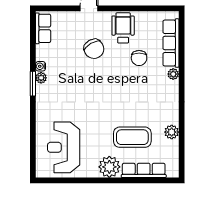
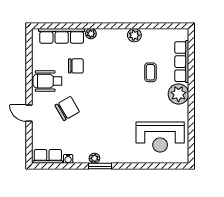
water cooler: (41, 66) -> (68, 159), moved
plant: (172, 132) -> (134, 35), moved
coffee table: (132, 137) -> (150, 72), width x0.54, depth x0.58

